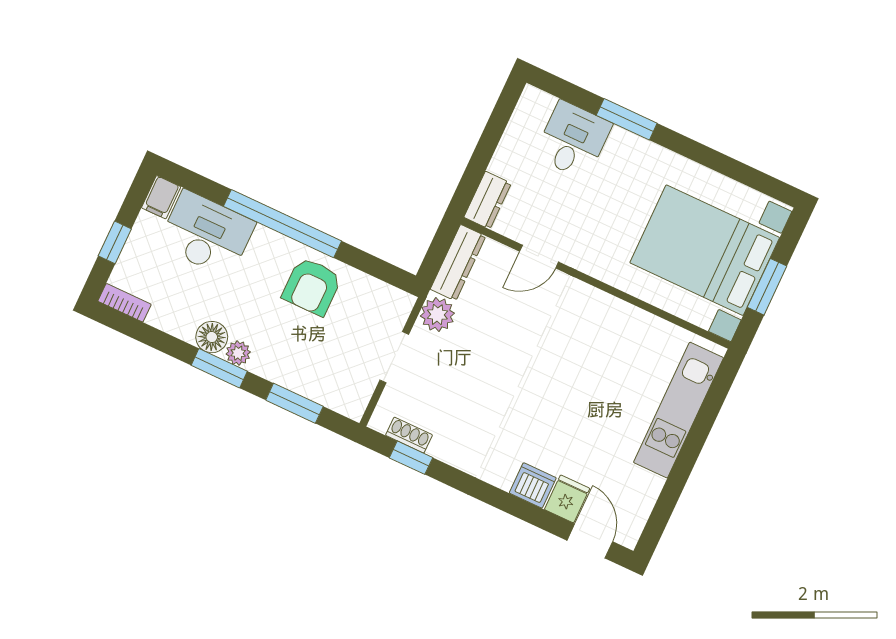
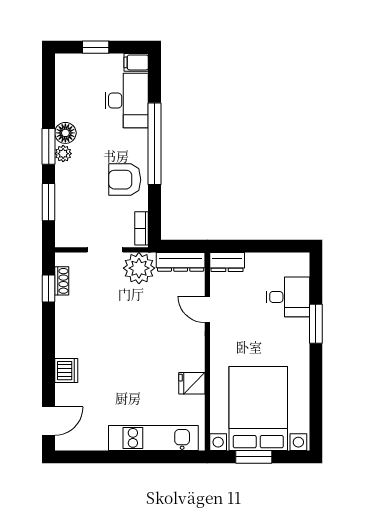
bookcase: (125, 303) -> (142, 228), moved, turned 180
plant: (437, 315) -> (139, 268), width x1.36, depth x1.36
fridge: (567, 499) -> (192, 383), moved, turned 180

